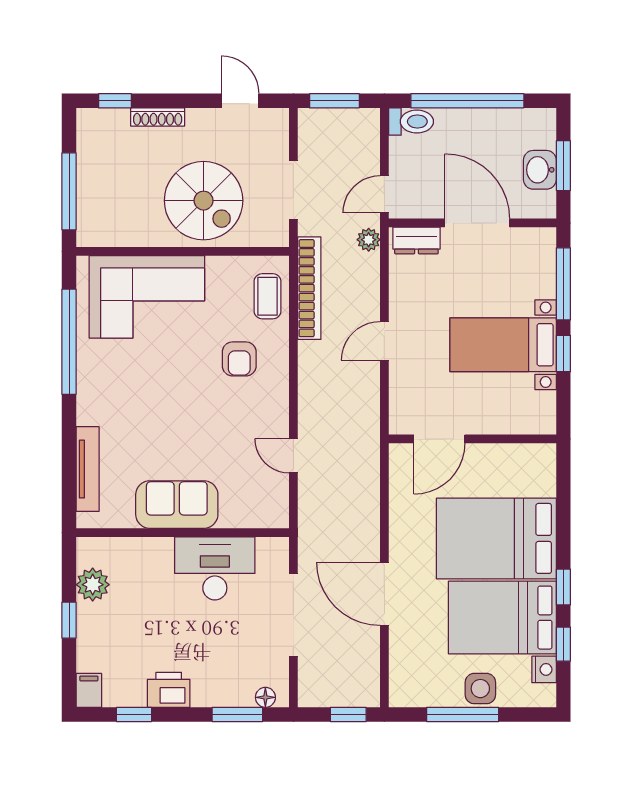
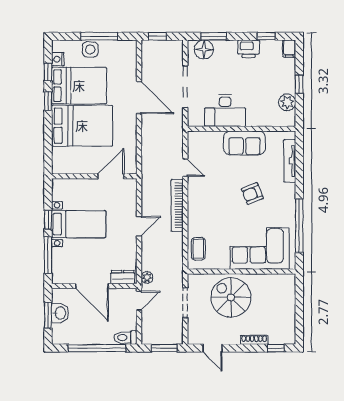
window: (69, 191) -> (299, 302), removed
bookcase: (309, 288) -> (177, 205), moved
armchair: (239, 359) -> (252, 194), moved, turned -112
floor lamp: (265, 697) -> (204, 49), width x1.89, depth x1.89

